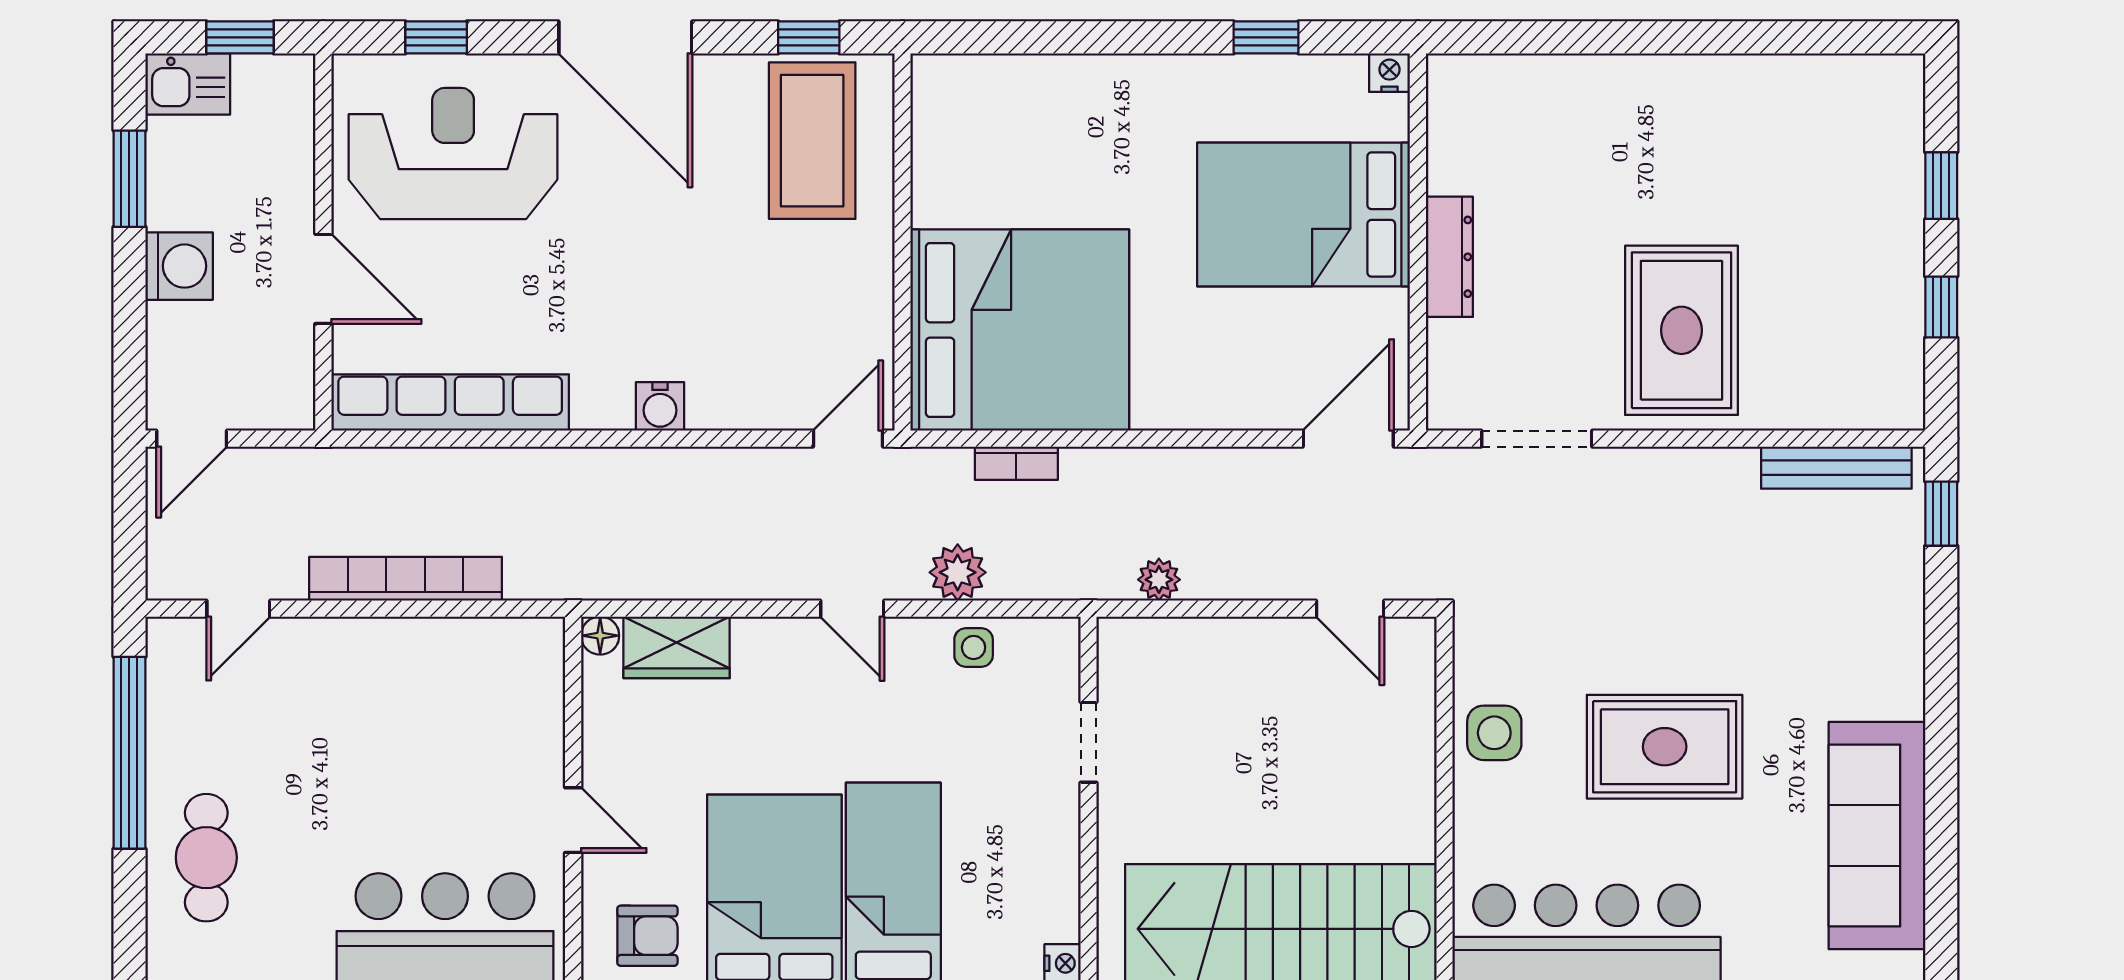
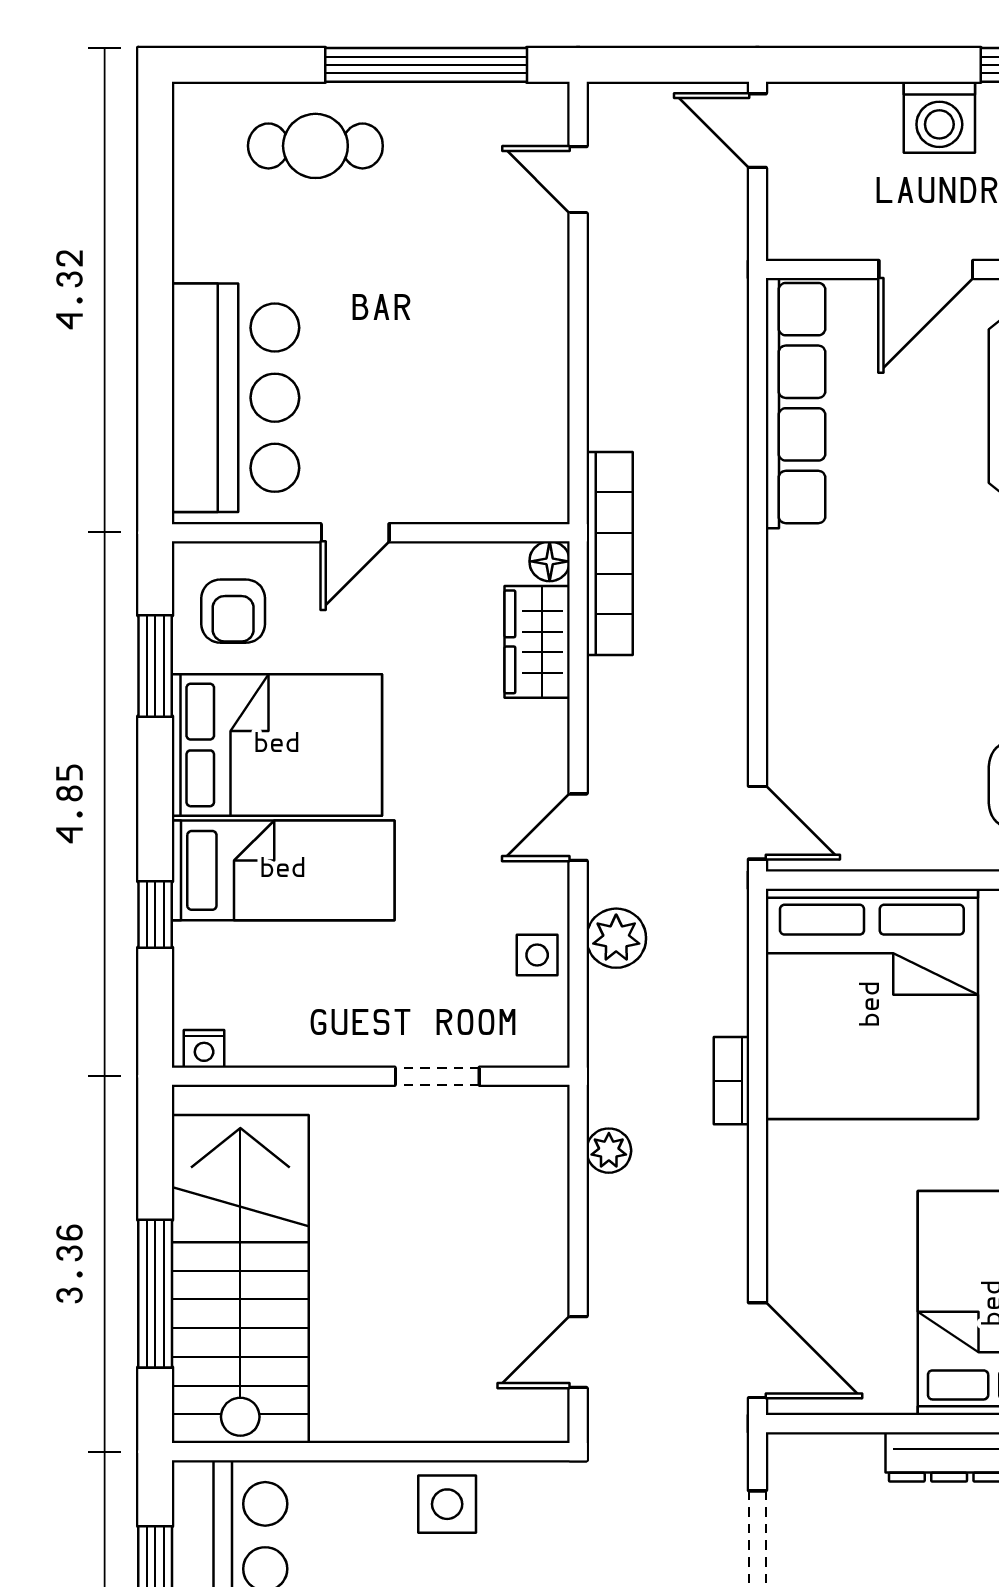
water cooler: (660, 406) -> (791, 624), removed
bookcase: (1016, 463) -> (731, 1081), moved
bookcase: (406, 579) -> (610, 553), moved

